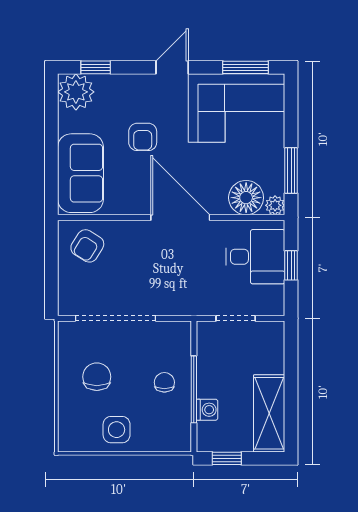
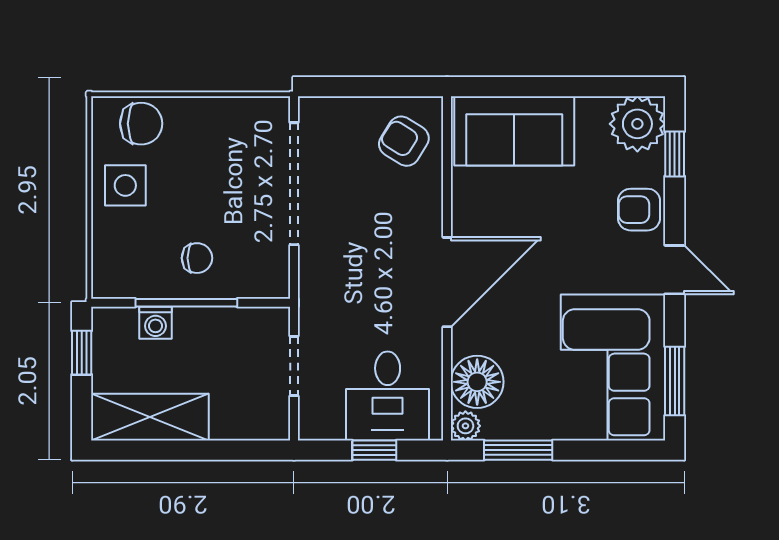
armchair: (143, 137) -> (639, 210), moved
chair: (97, 377) -> (141, 124), moved

